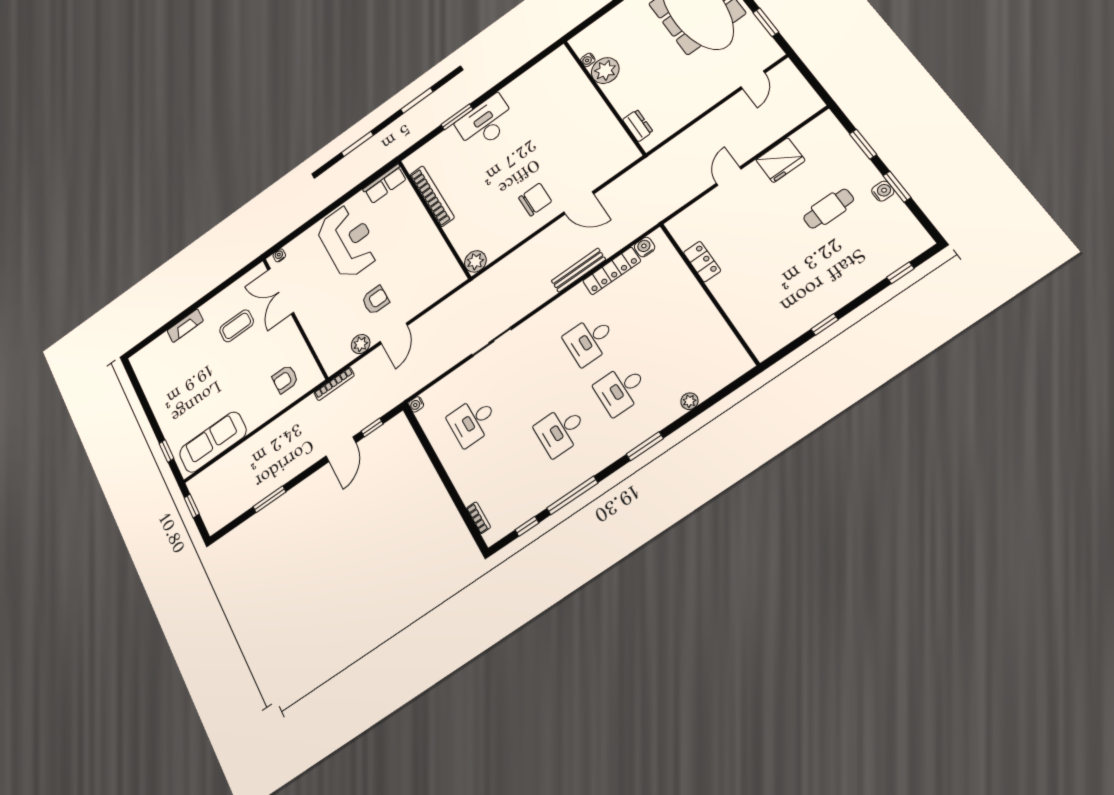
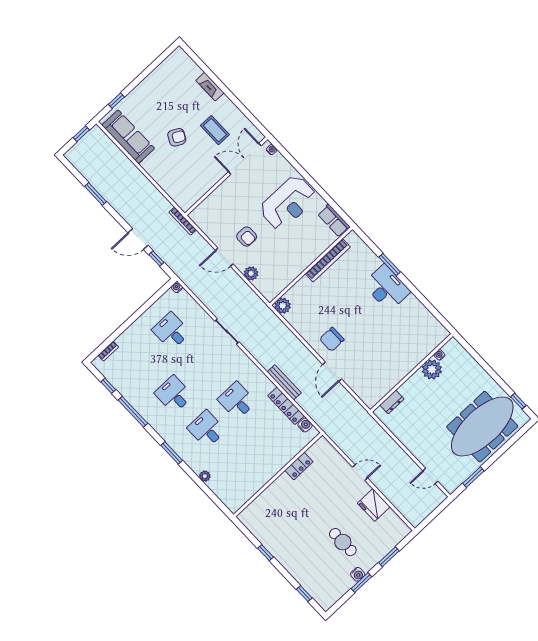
chair: (535, 200) -> (332, 339), turned 90
plant: (361, 344) -> (251, 273), moved
armchair: (285, 379) -> (177, 137), moved, turned 118

